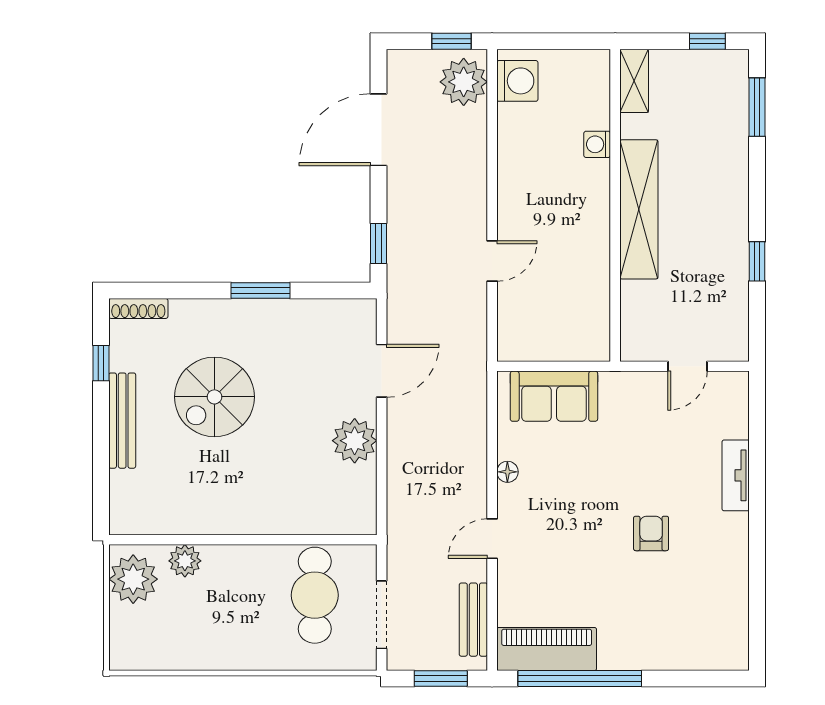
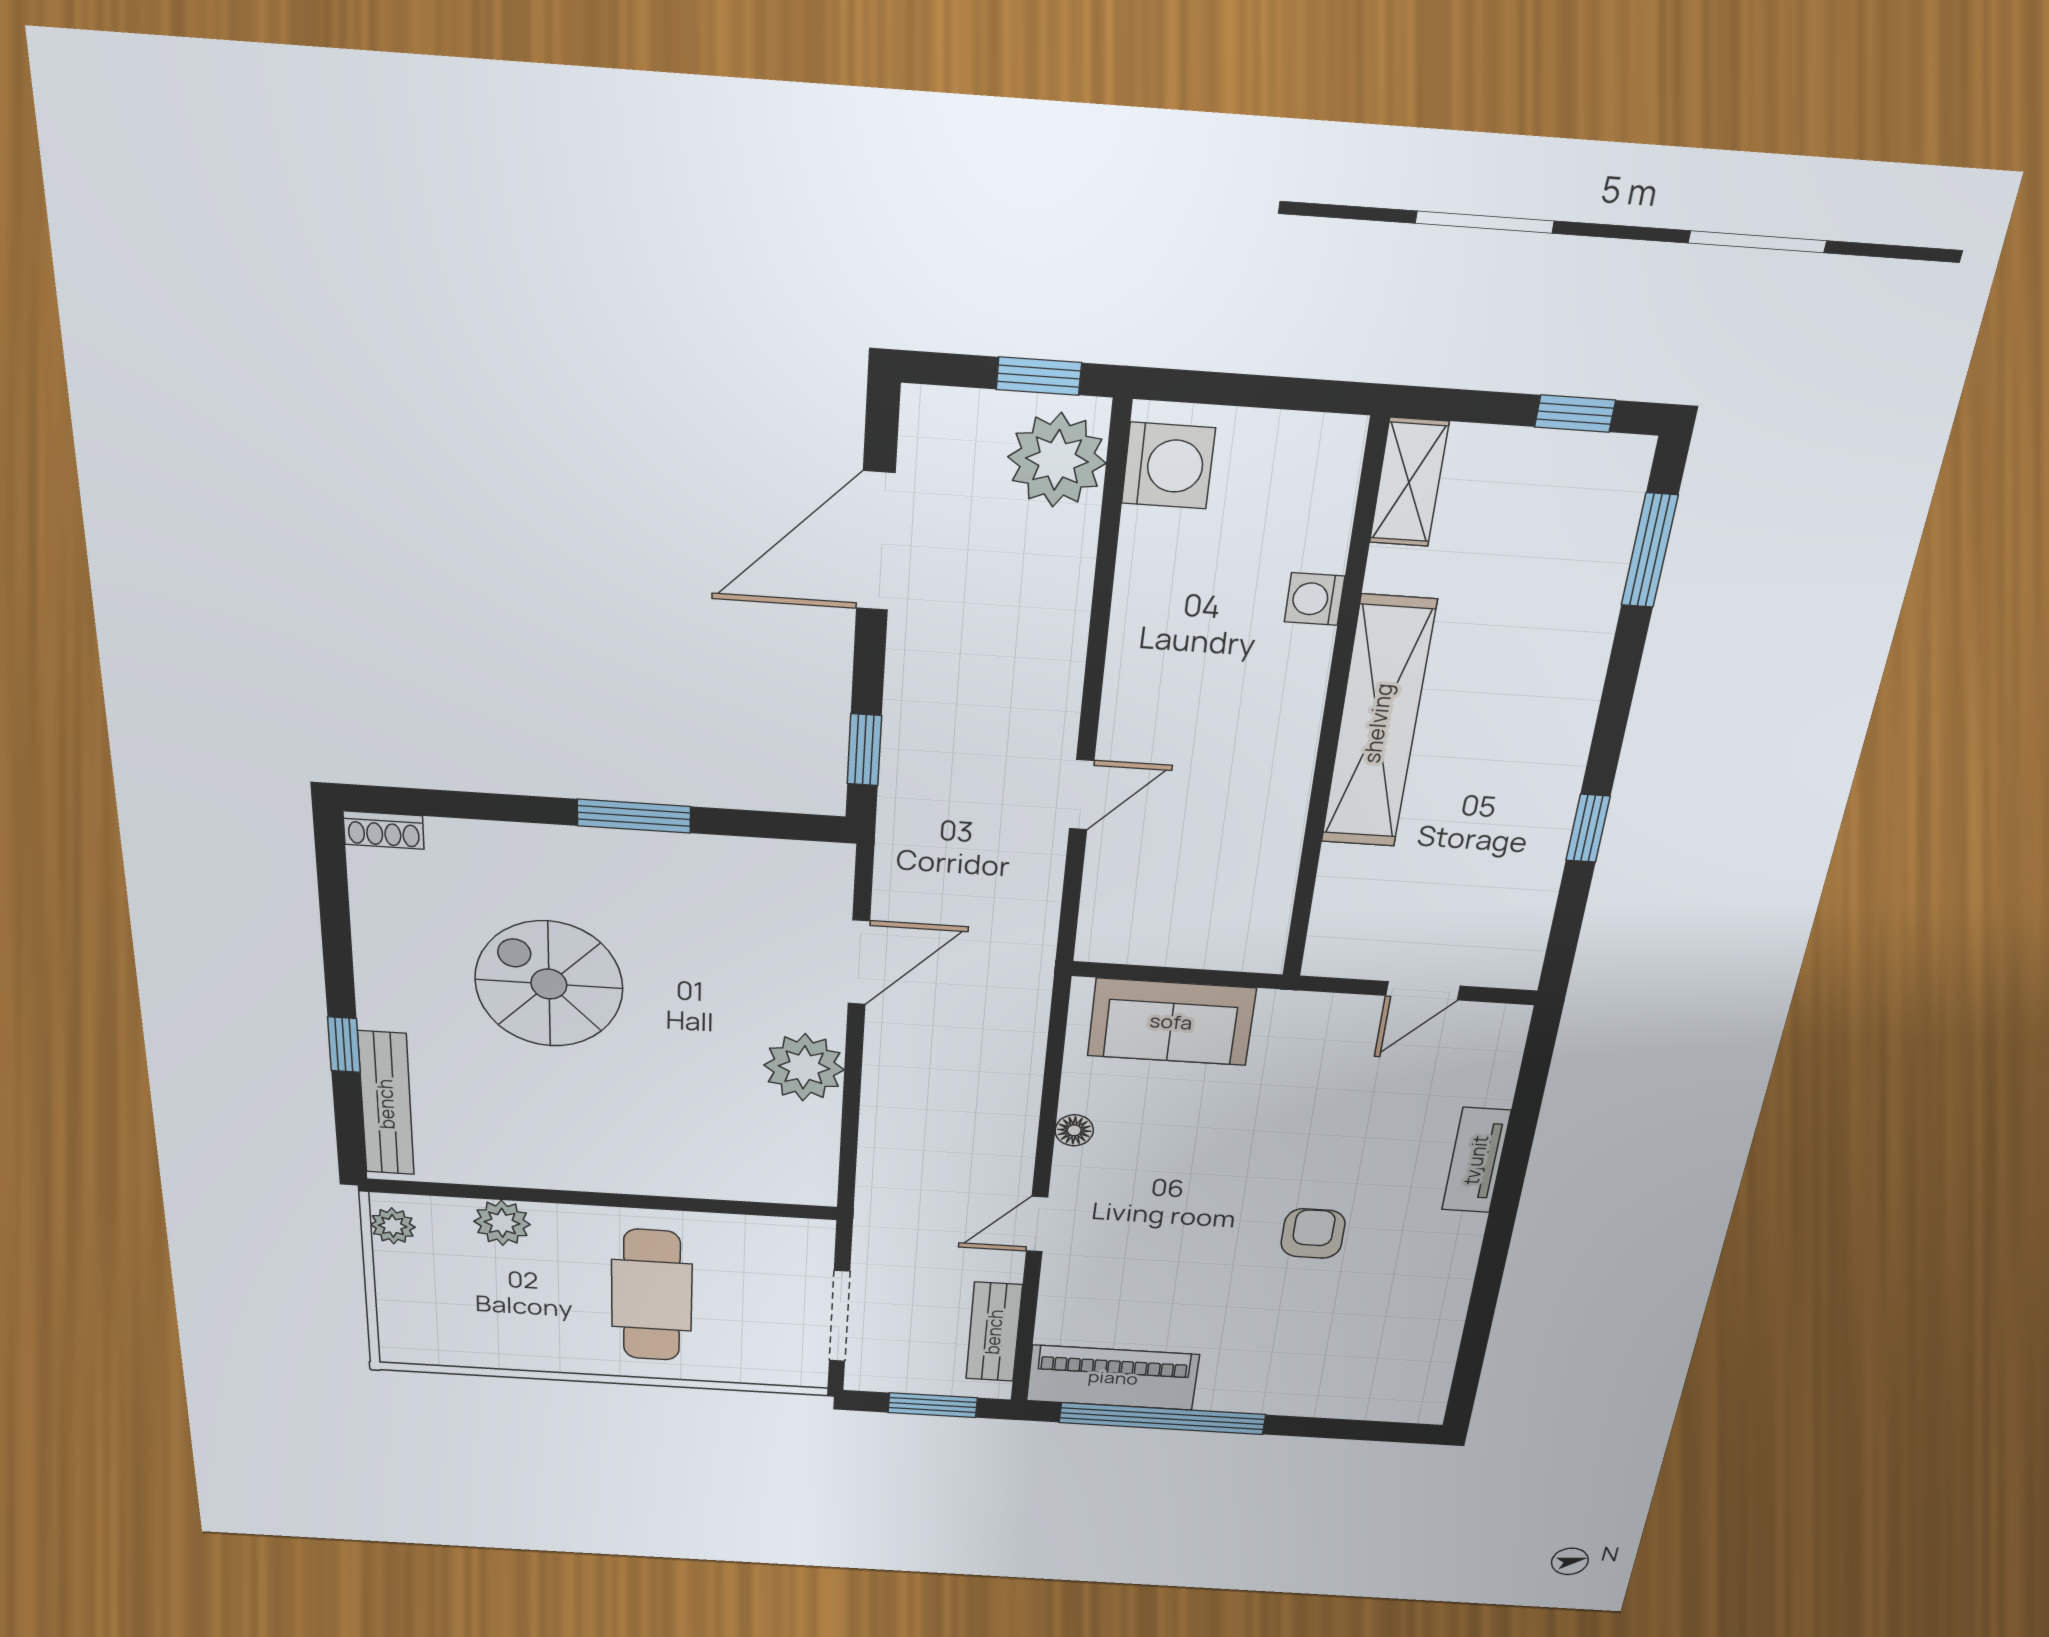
shoe rack: (138, 308) -> (384, 830), width x0.70
window: (101, 363) -> (344, 1045), moved
spiral stairs: (214, 397) -> (549, 984), turned 90
bench: (122, 421) -> (386, 1104), moved
plant: (133, 579) -> (393, 1226), width x0.53, depth x0.53
cafe table: (315, 595) -> (652, 1295), moved

